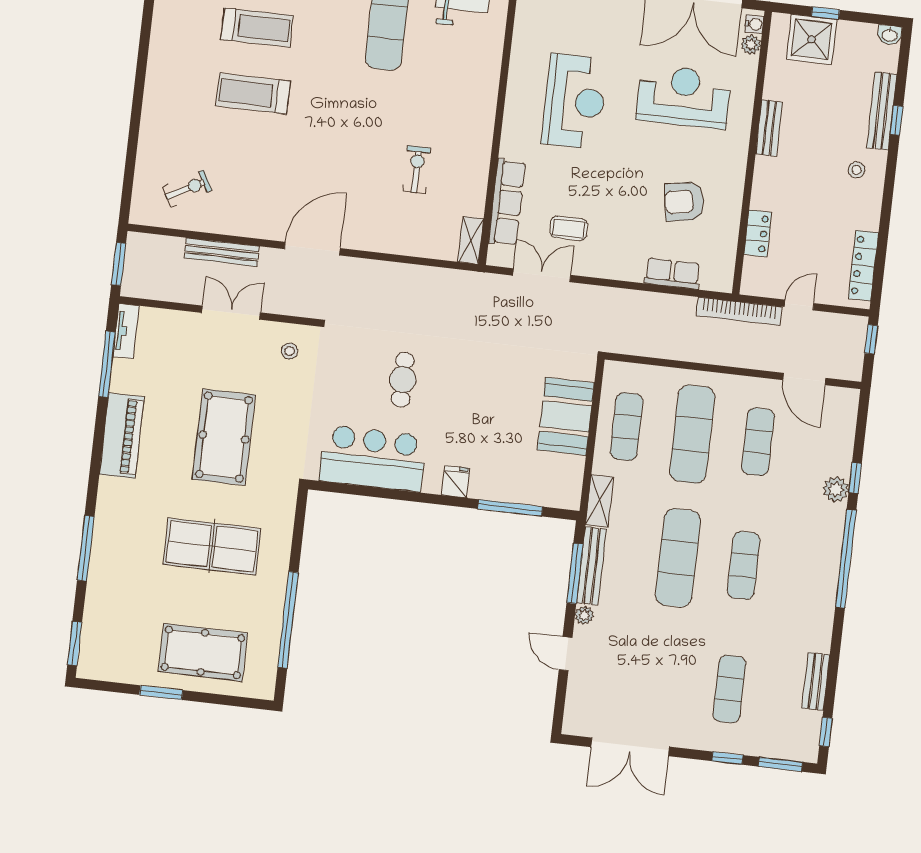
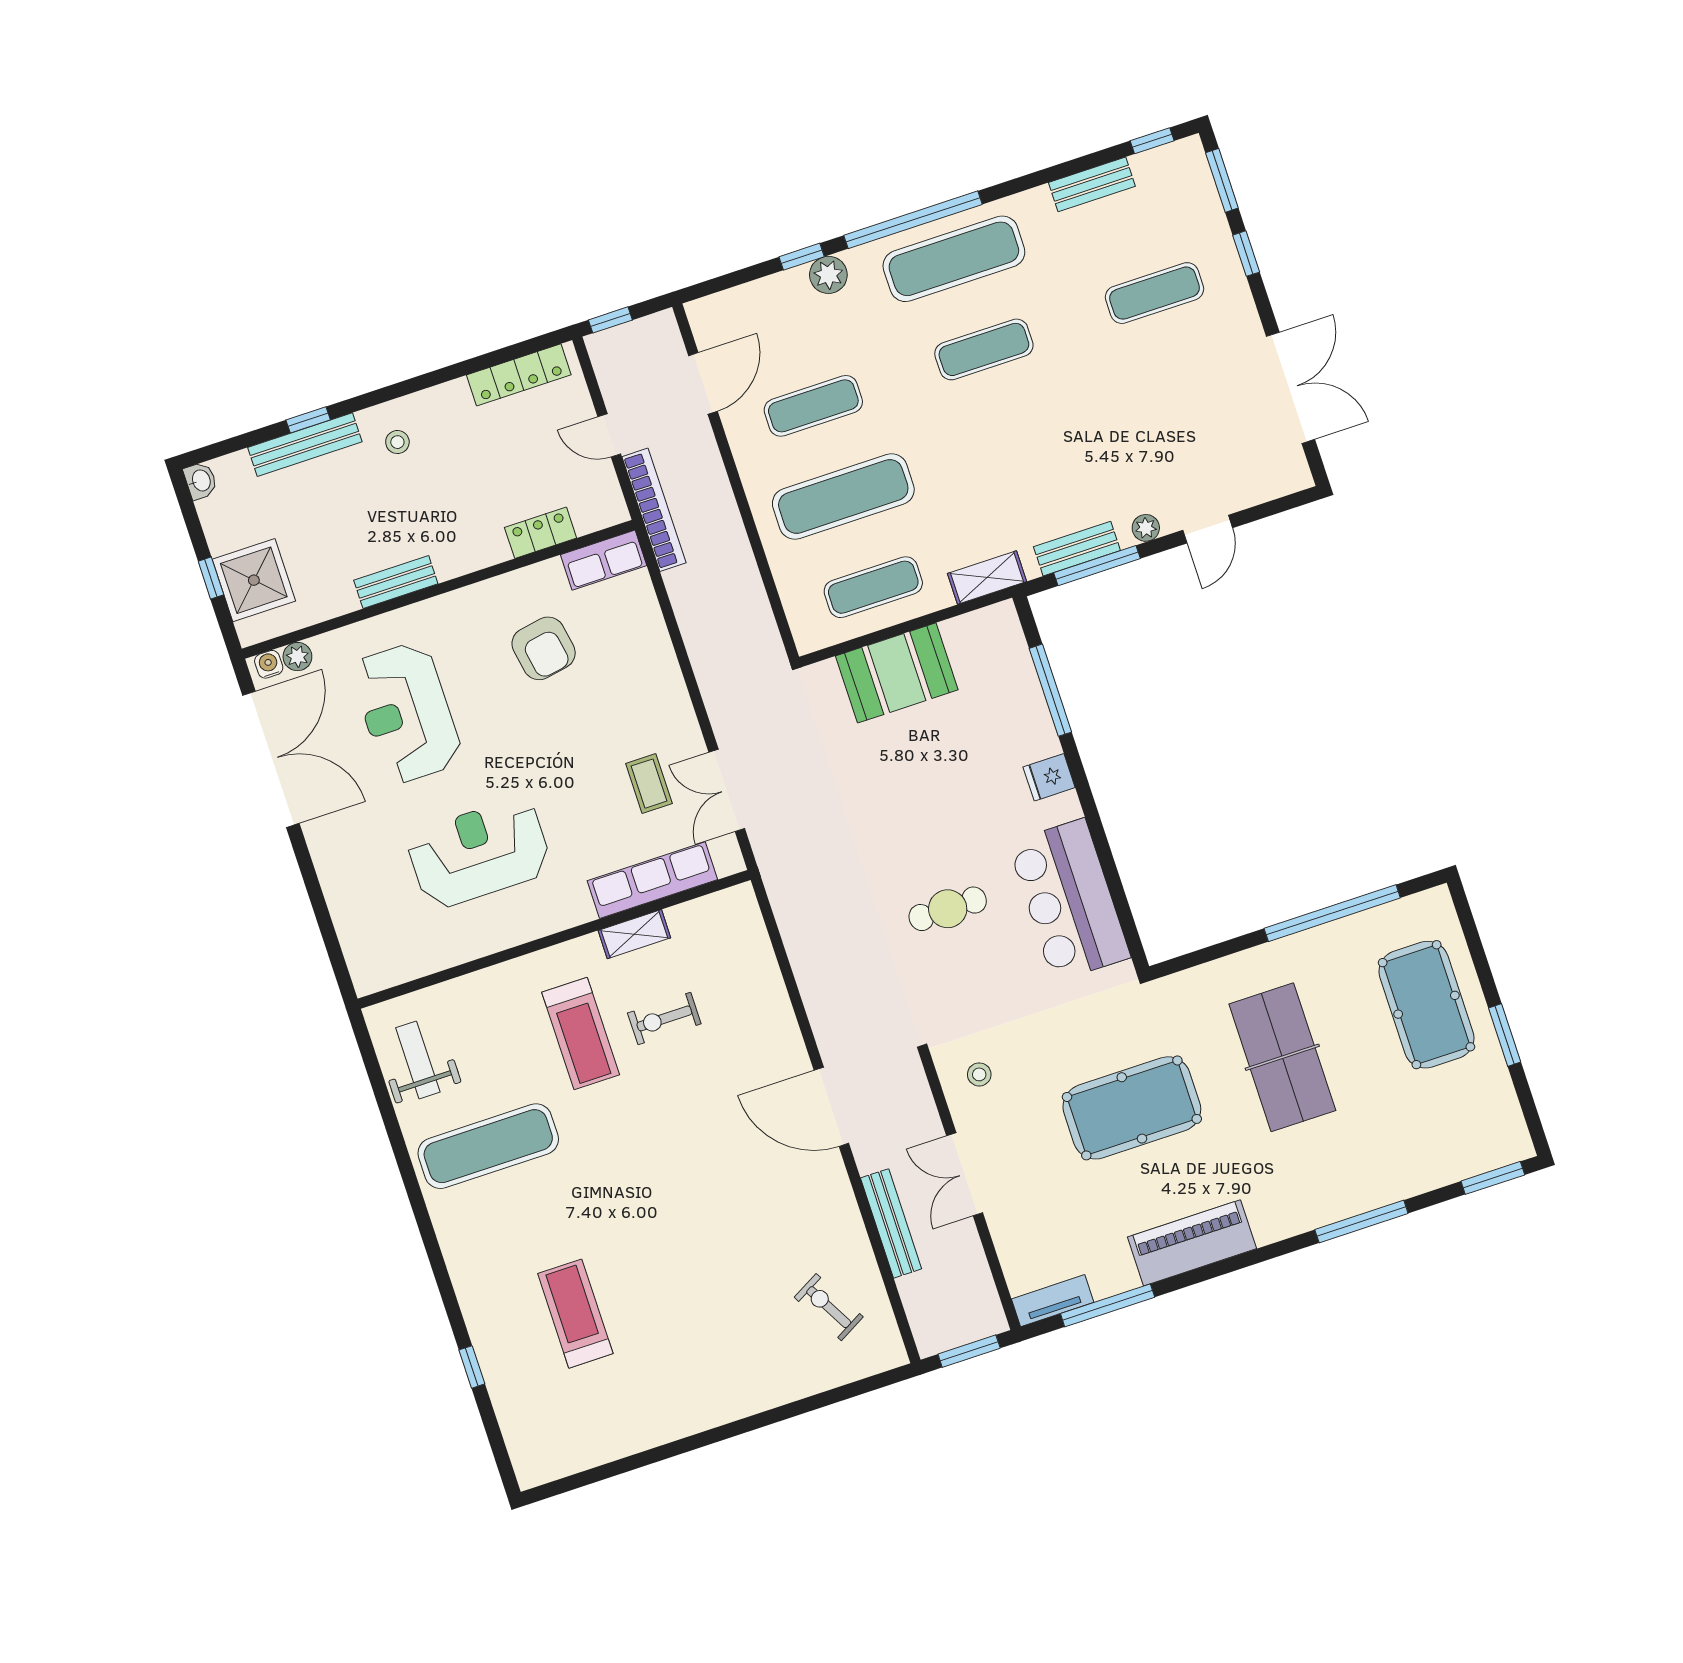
treadmill: (253, 93) -> (581, 1033), moved
shelving: (471, 240) -> (634, 934), moved
row of seats: (672, 274) -> (604, 560), moved, turned -90
exercise mat: (678, 558) -> (954, 259), moved
bench: (591, 566) -> (1077, 549), width x0.73

